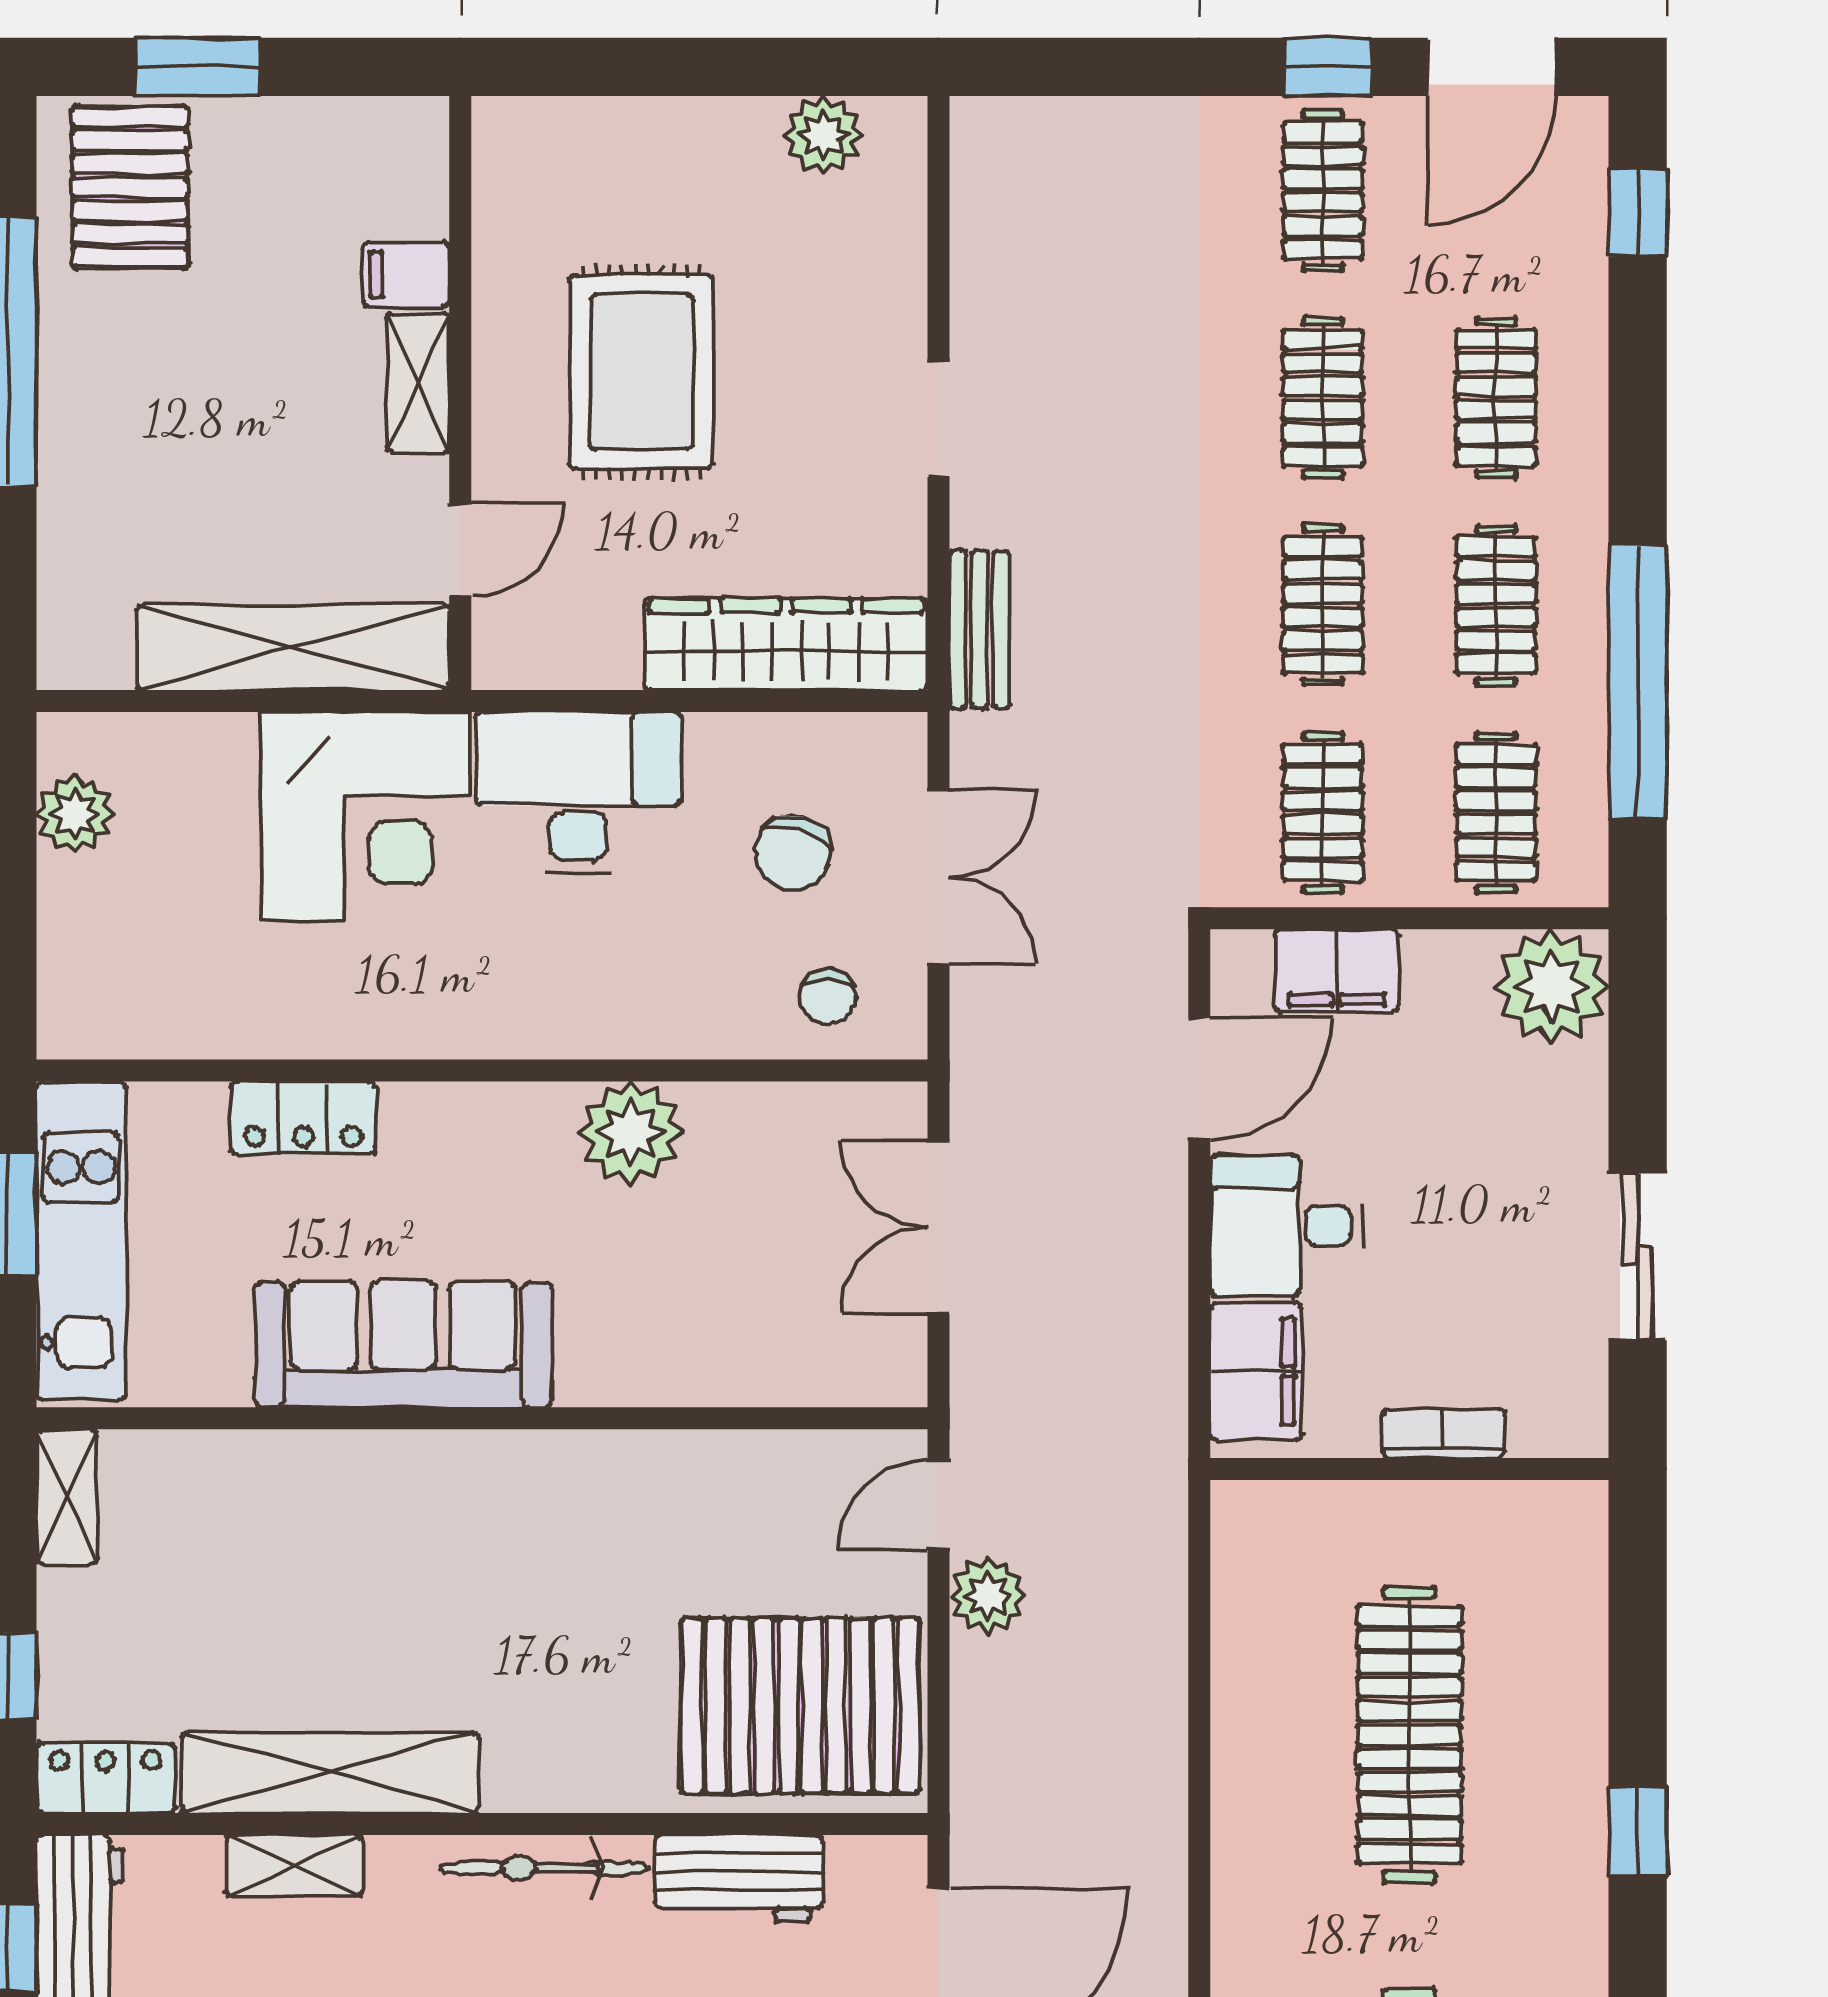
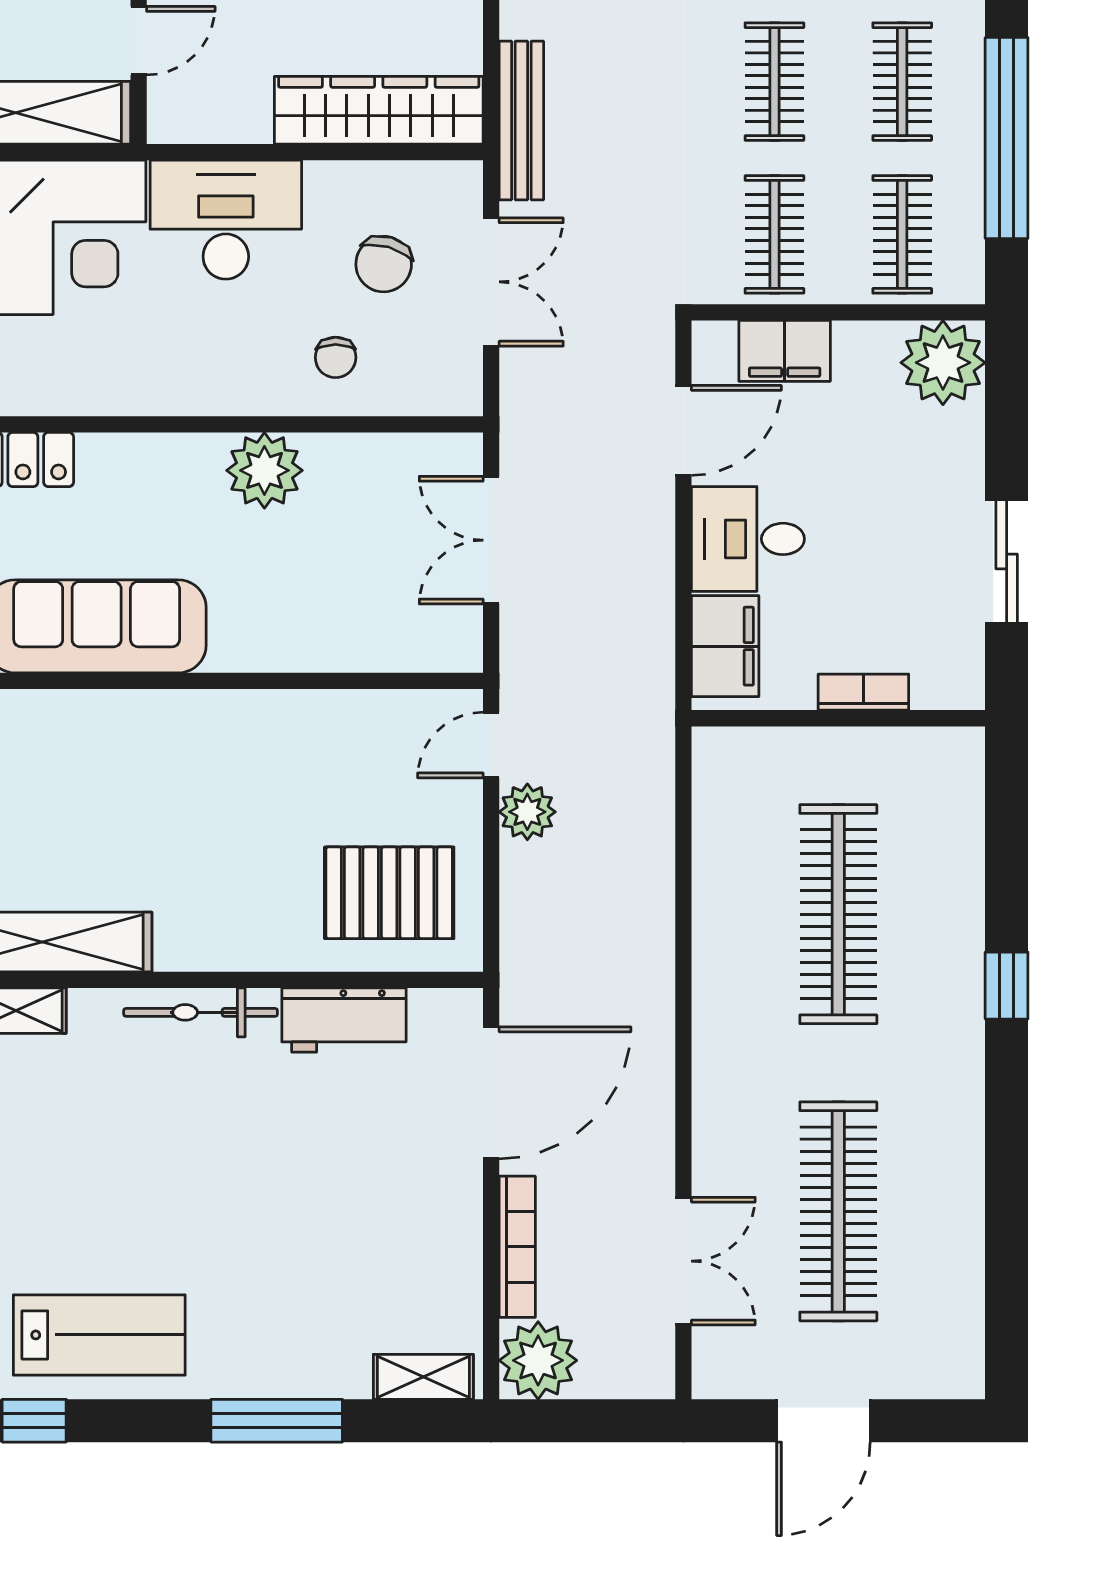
bench: (979, 629) -> (521, 121), width x1.36
chair: (828, 996) -> (336, 357), moved
pallet: (800, 1706) -> (389, 893), width x0.73, depth x0.71

